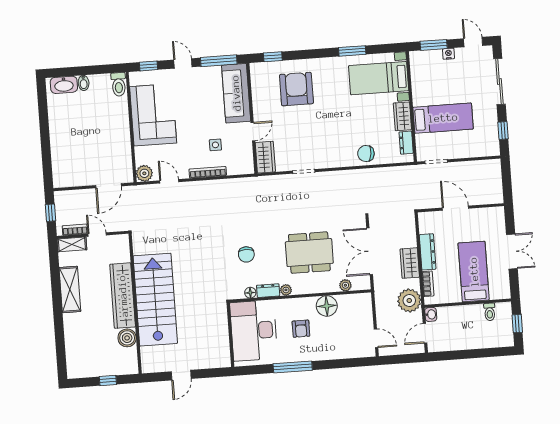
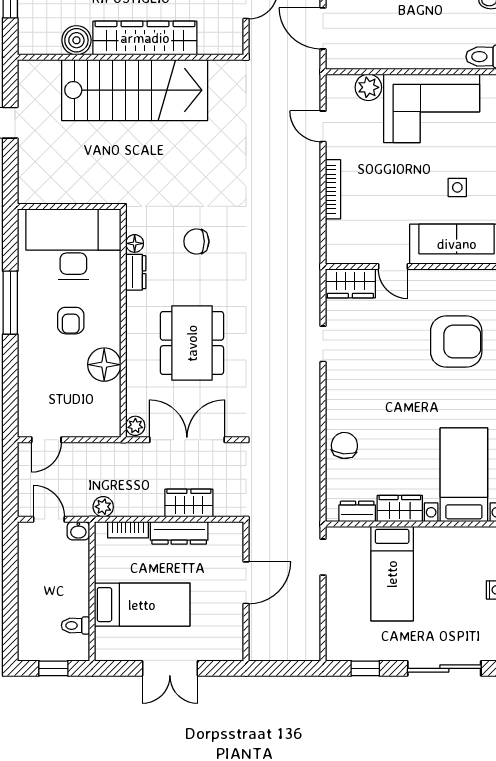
side table: (215, 145) -> (457, 187), moved
plant: (144, 173) -> (368, 87), moved
door: (169, 181) -> (323, 126), swing flipped
wardrobe: (410, 263) -> (189, 503), moved
plant: (345, 285) -> (135, 426), moved
plant: (286, 290) -> (135, 301), removed
plant: (409, 301) -> (103, 507), width x0.53, depth x0.53
armchair: (301, 329) -> (71, 321), turned -90

